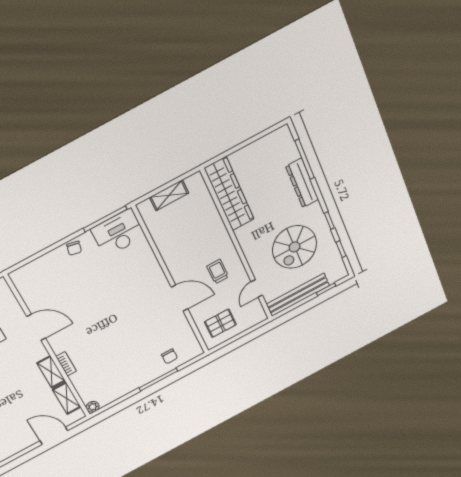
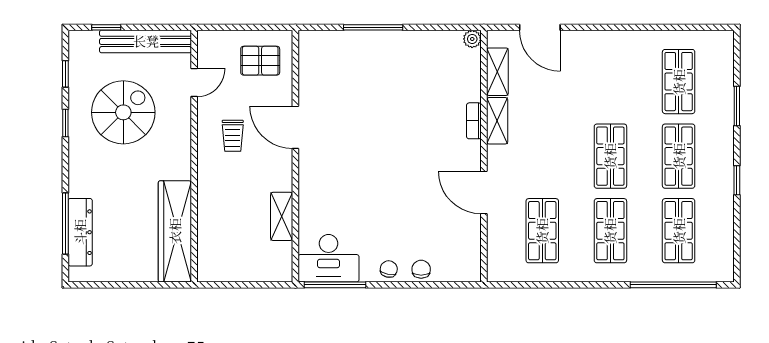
dresser: (302, 183) -> (80, 232), moved
shelving: (169, 195) -> (282, 216), moved, turned 90
chair: (169, 356) -> (421, 269), moved

